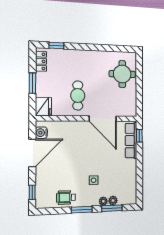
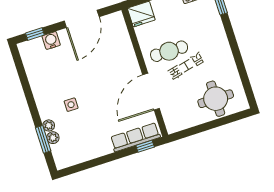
water cooler: (41, 133) -> (51, 40), moved
door: (32, 153) -> (82, 19), hinge flipped
wheelchair: (66, 198) -> (40, 77), removed
window: (82, 210) -> (31, 101), removed

